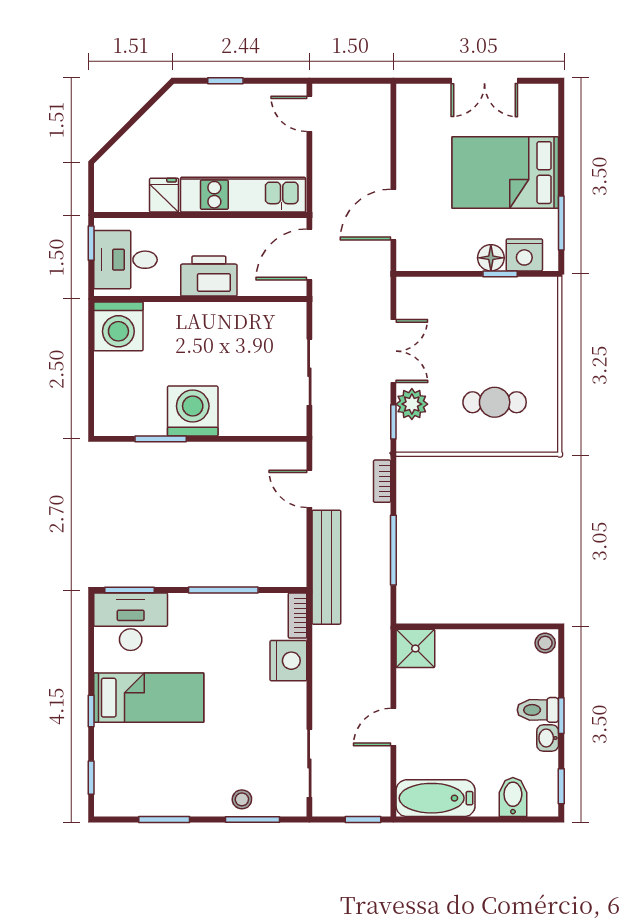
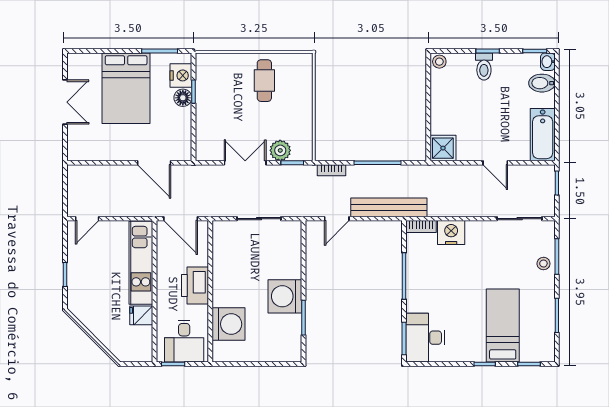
washing machine: (118, 326) -> (229, 324), moved
cafe table: (495, 402) -> (264, 81), moved
bed: (149, 698) -> (503, 326), moved
washbasin: (548, 738) -> (548, 62), moved, turned 90

